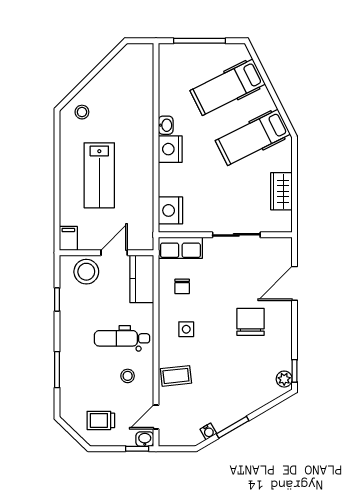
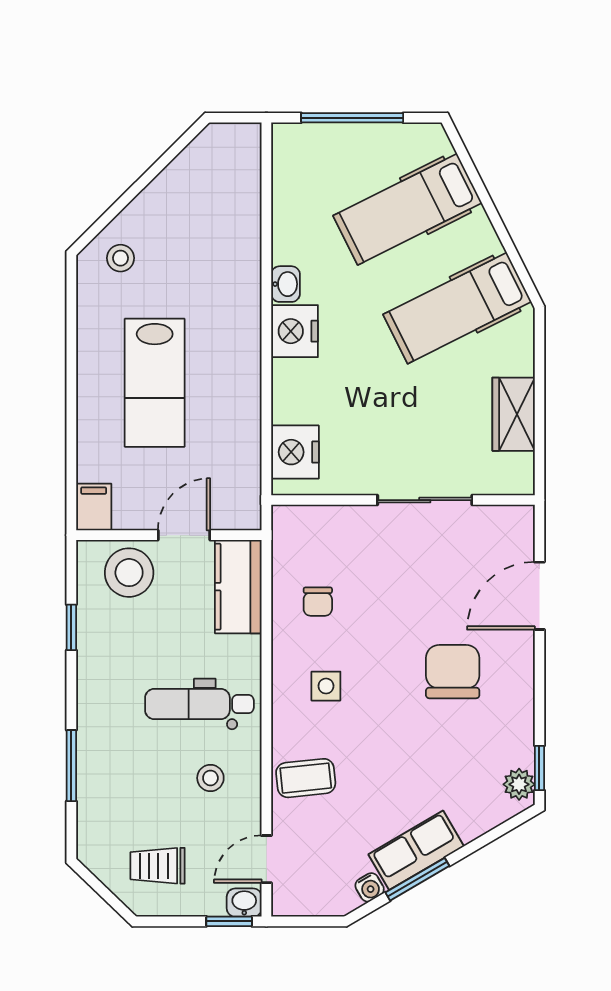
row of seats: (180, 248) -> (416, 850), moved, turned 150

